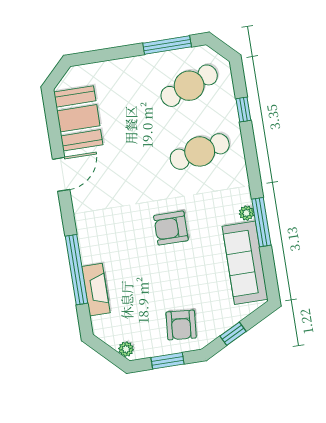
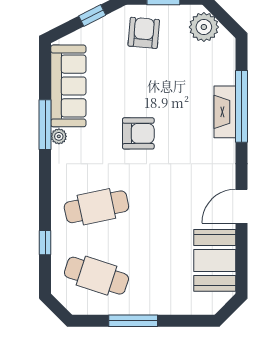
window: (167, 45) -> (133, 321), moved
cafe table: (189, 86) -> (96, 276), turned 39
fireplace: (96, 290) -> (225, 112), moved
plant: (126, 349) -> (204, 27), width x1.87, depth x1.87

